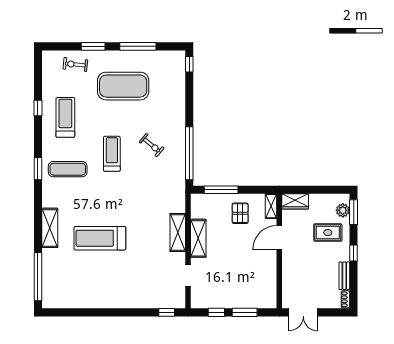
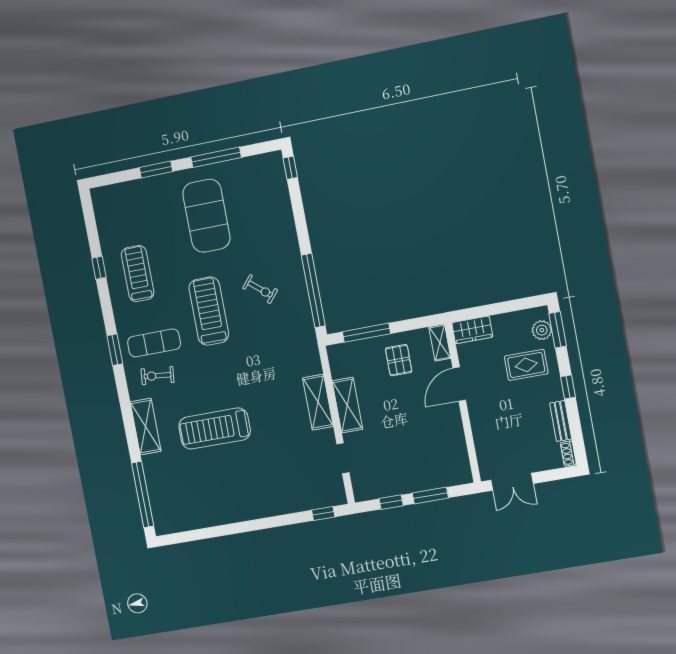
exercise bike: (75, 64) -> (158, 376), moved
exercise mat: (123, 86) -> (206, 216), turned 90
treadmill: (112, 154) -> (209, 311), width x1.37, depth x1.37

